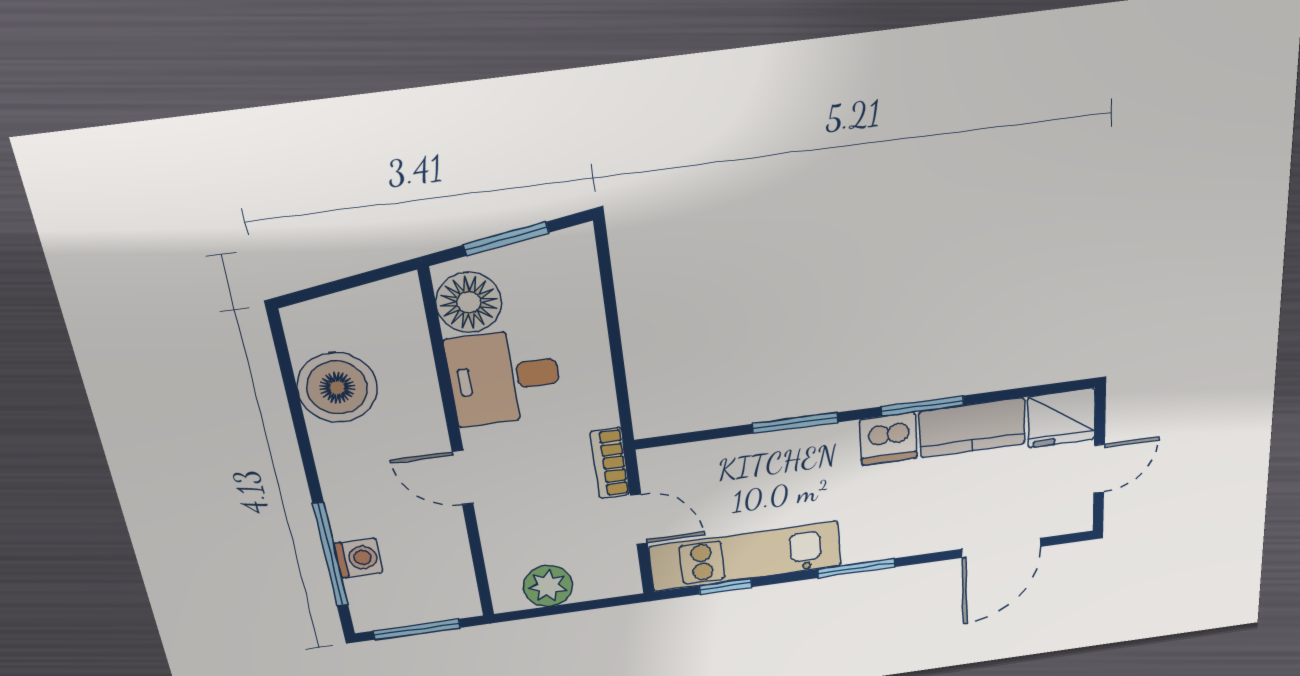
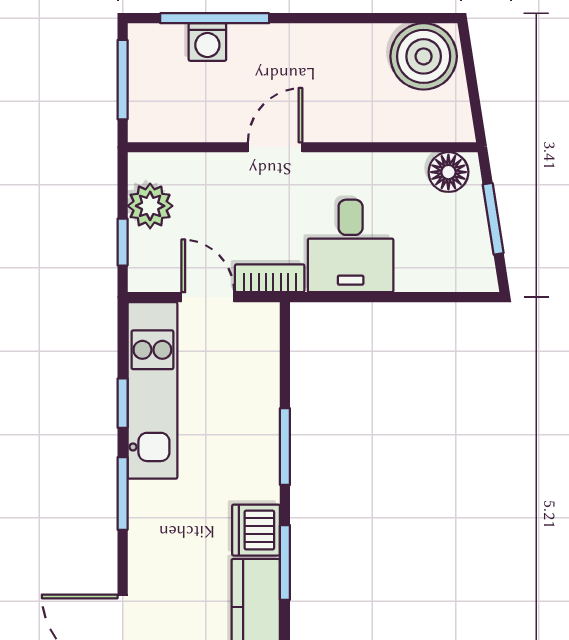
floor lamp: (469, 302) -> (448, 172), width x0.73, depth x0.73
desk: (504, 377) -> (351, 246), moved, turned 180
boiler: (337, 388) -> (424, 56), moved
door: (639, 519) -> (208, 297), swing flipped
window: (725, 586) -> (123, 403), moved
window: (591, 605) -> (123, 242), added

